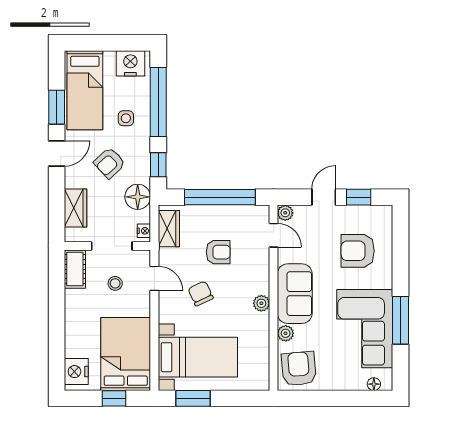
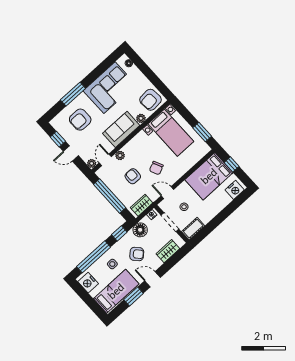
armchair: (358, 251) -> (80, 120), turned 90
door: (154, 278) -> (167, 193), hinge flipped
plant: (261, 303) -> (120, 155), moved
window: (401, 320) -> (73, 94), moved
bed with nightstands: (198, 357) -> (171, 133), moved, turned 180

